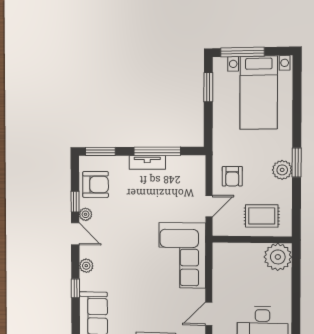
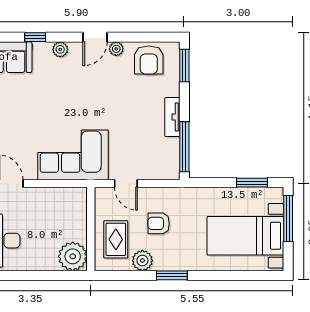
window: (157, 151) -> (184, 147), moved
plant: (282, 170) -> (142, 261), moved
armchair: (232, 176) -> (159, 223), moved
window: (75, 202) -> (130, 37), removed

